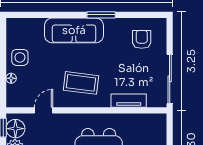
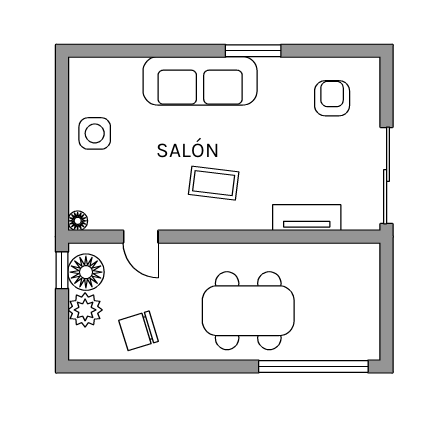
floor lamp: (11, 78) -> (78, 221), moved
coffee table: (81, 83) -> (214, 183), width x0.73, depth x0.77
door: (44, 110) -> (141, 237), swing flipped

